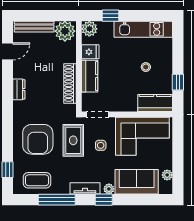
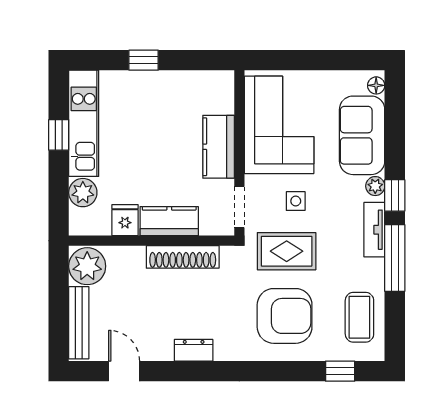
window: (111, 16) -> (59, 135), moved
plant: (89, 29) -> (83, 193), moved
stool: (146, 67) -> (153, 119), removed
window: (178, 82) -> (144, 60), moved
kitchen counter: (155, 103) -> (219, 147), moved
plant: (167, 175) -> (350, 80), removed
floor lamp: (164, 189) -> (376, 85), added
window: (57, 200) -> (395, 258), moved

